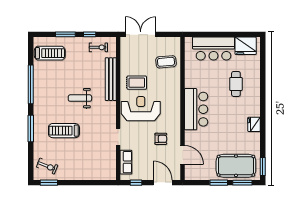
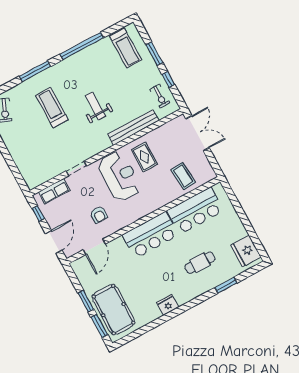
bar counter: (214, 49) -> (195, 211), moved, turned -90
window: (263, 166) -> (226, 285), moved

